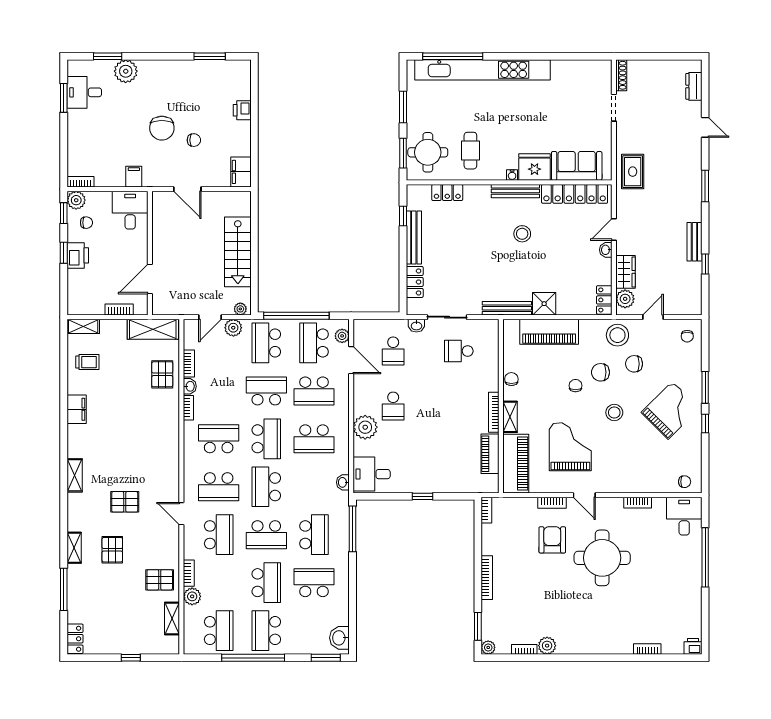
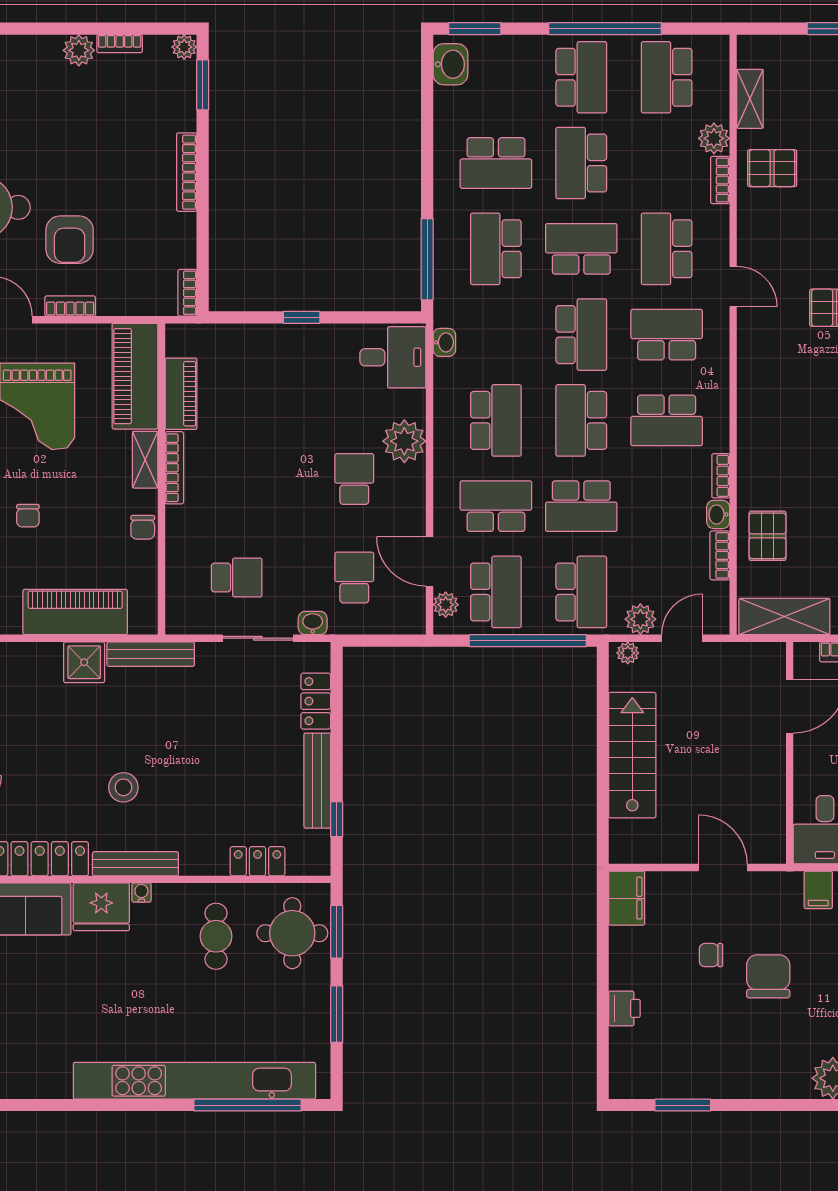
school desk: (314, 439) -> (496, 420), turned 90

